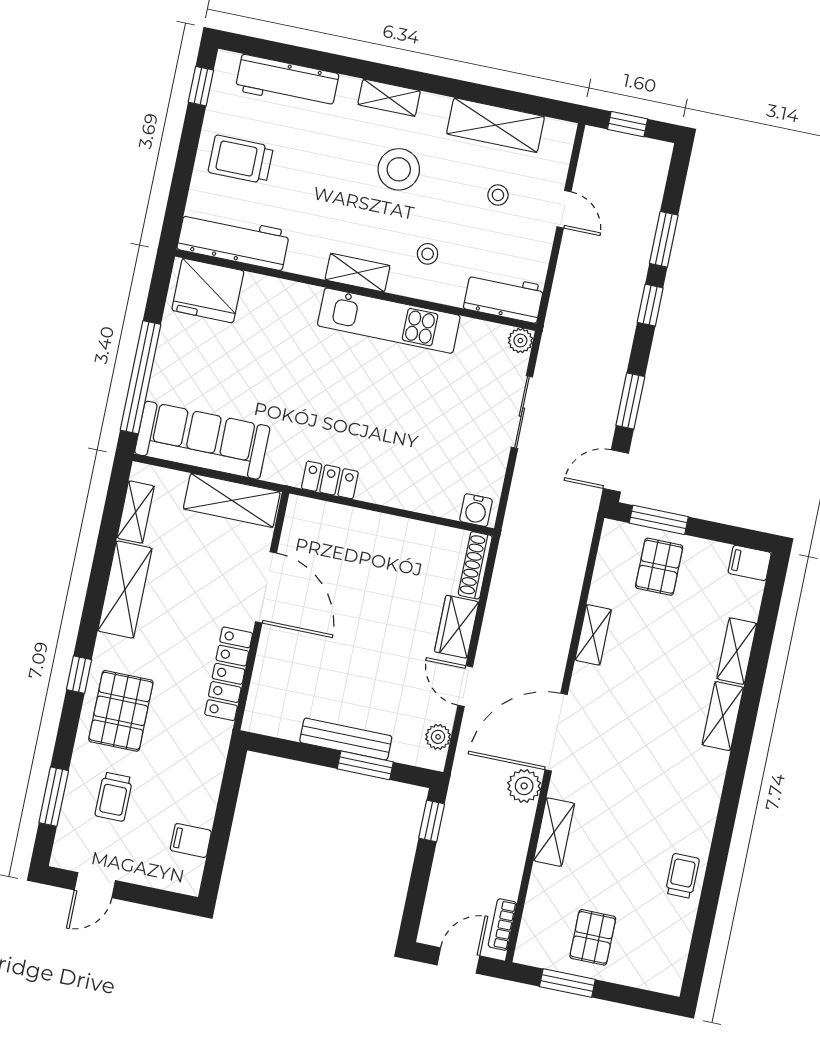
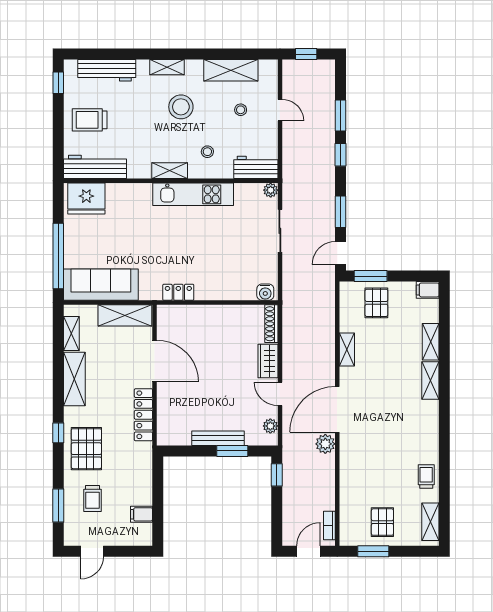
shelving: (554, 832) -> (430, 522), moved

